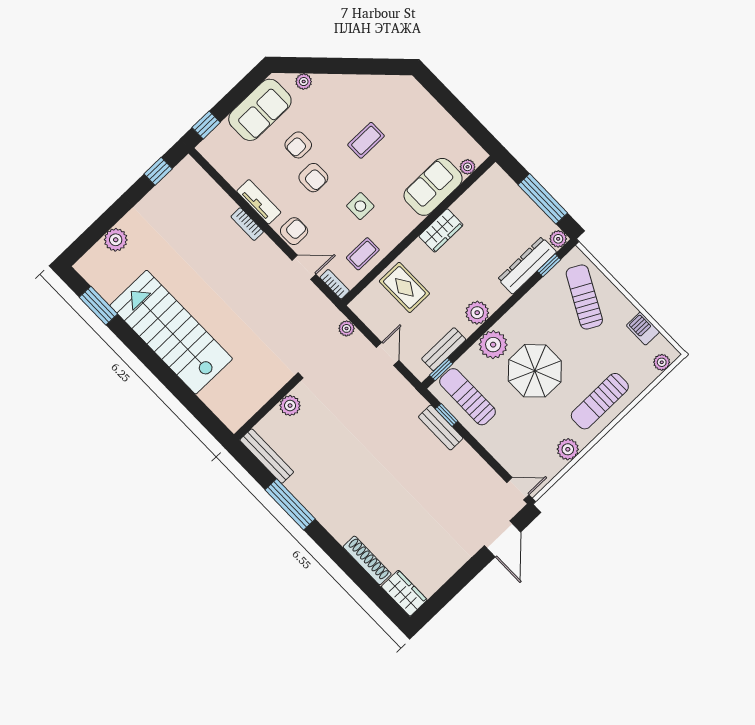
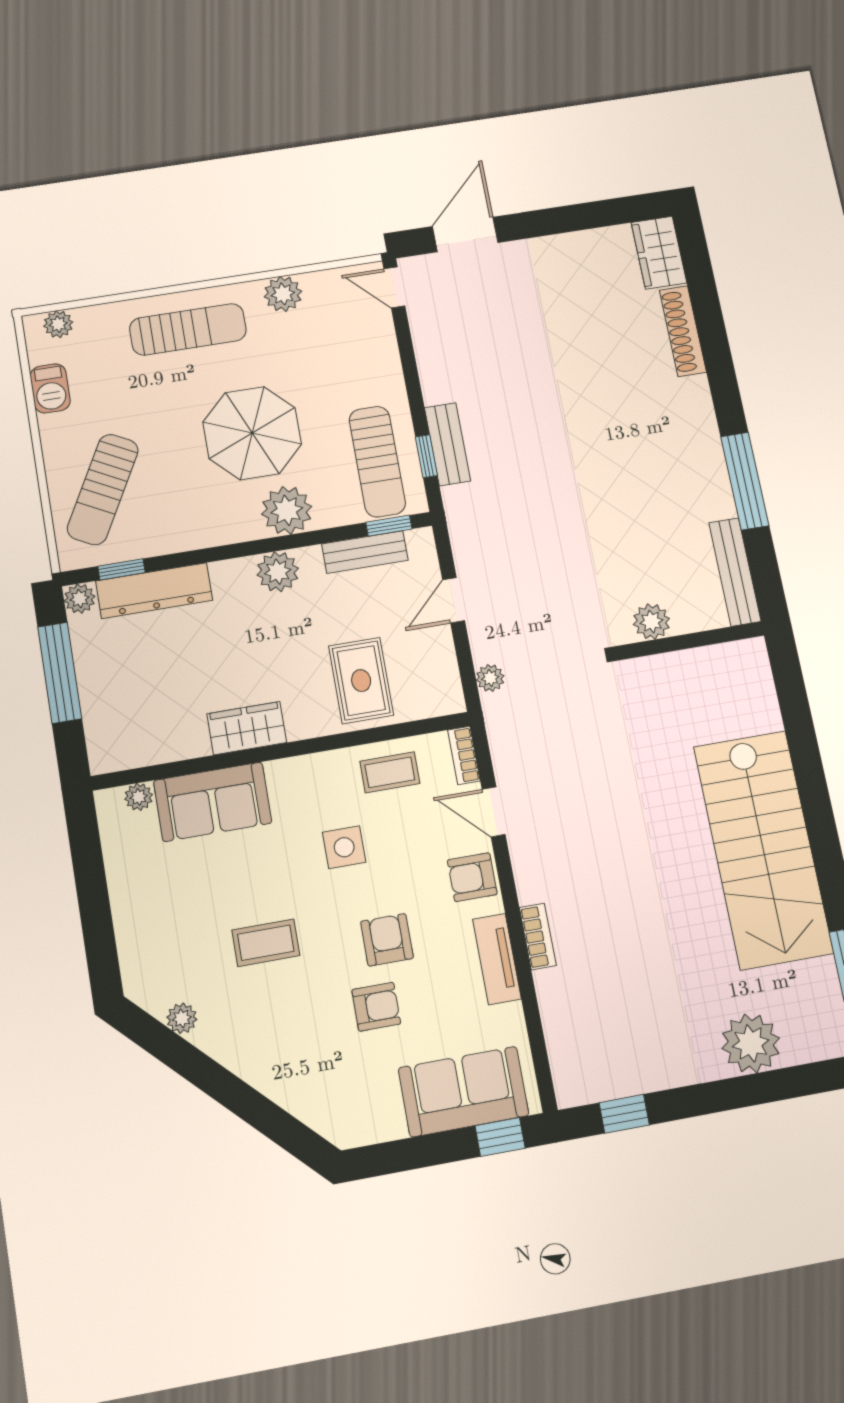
plant: (304, 82) -> (182, 1018), moved
sofa: (260, 110) -> (464, 1092), moved
plant: (116, 240) -> (751, 1043), width x1.36, depth x1.36

